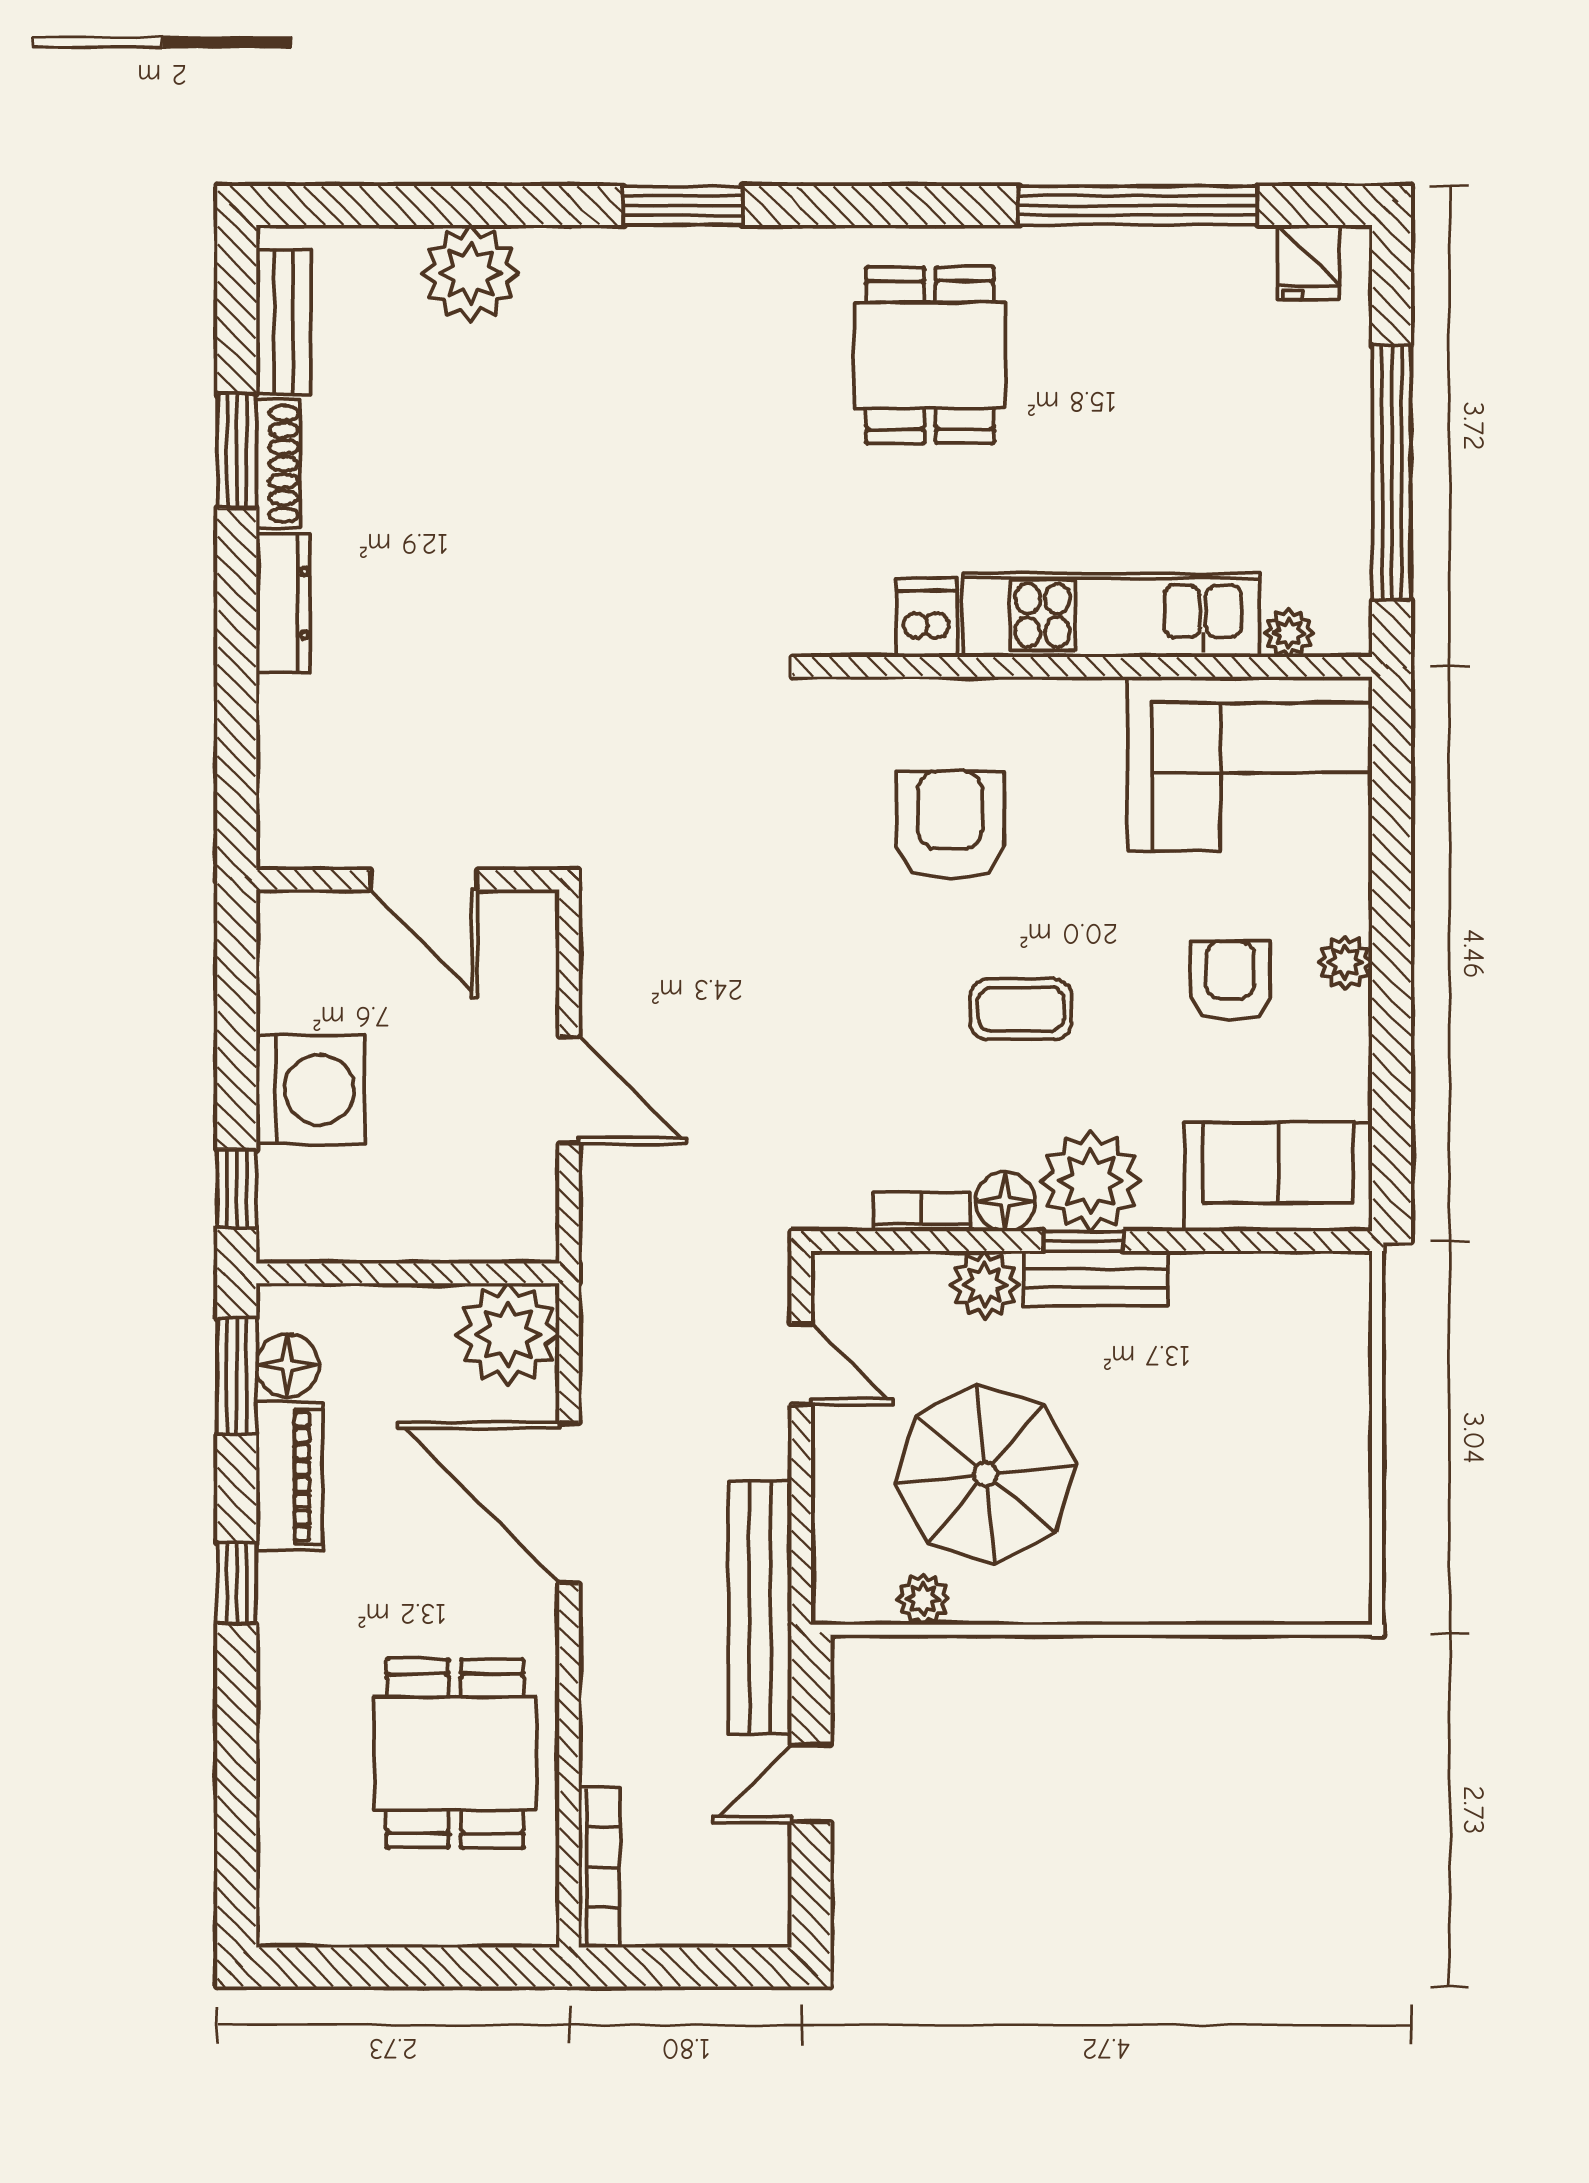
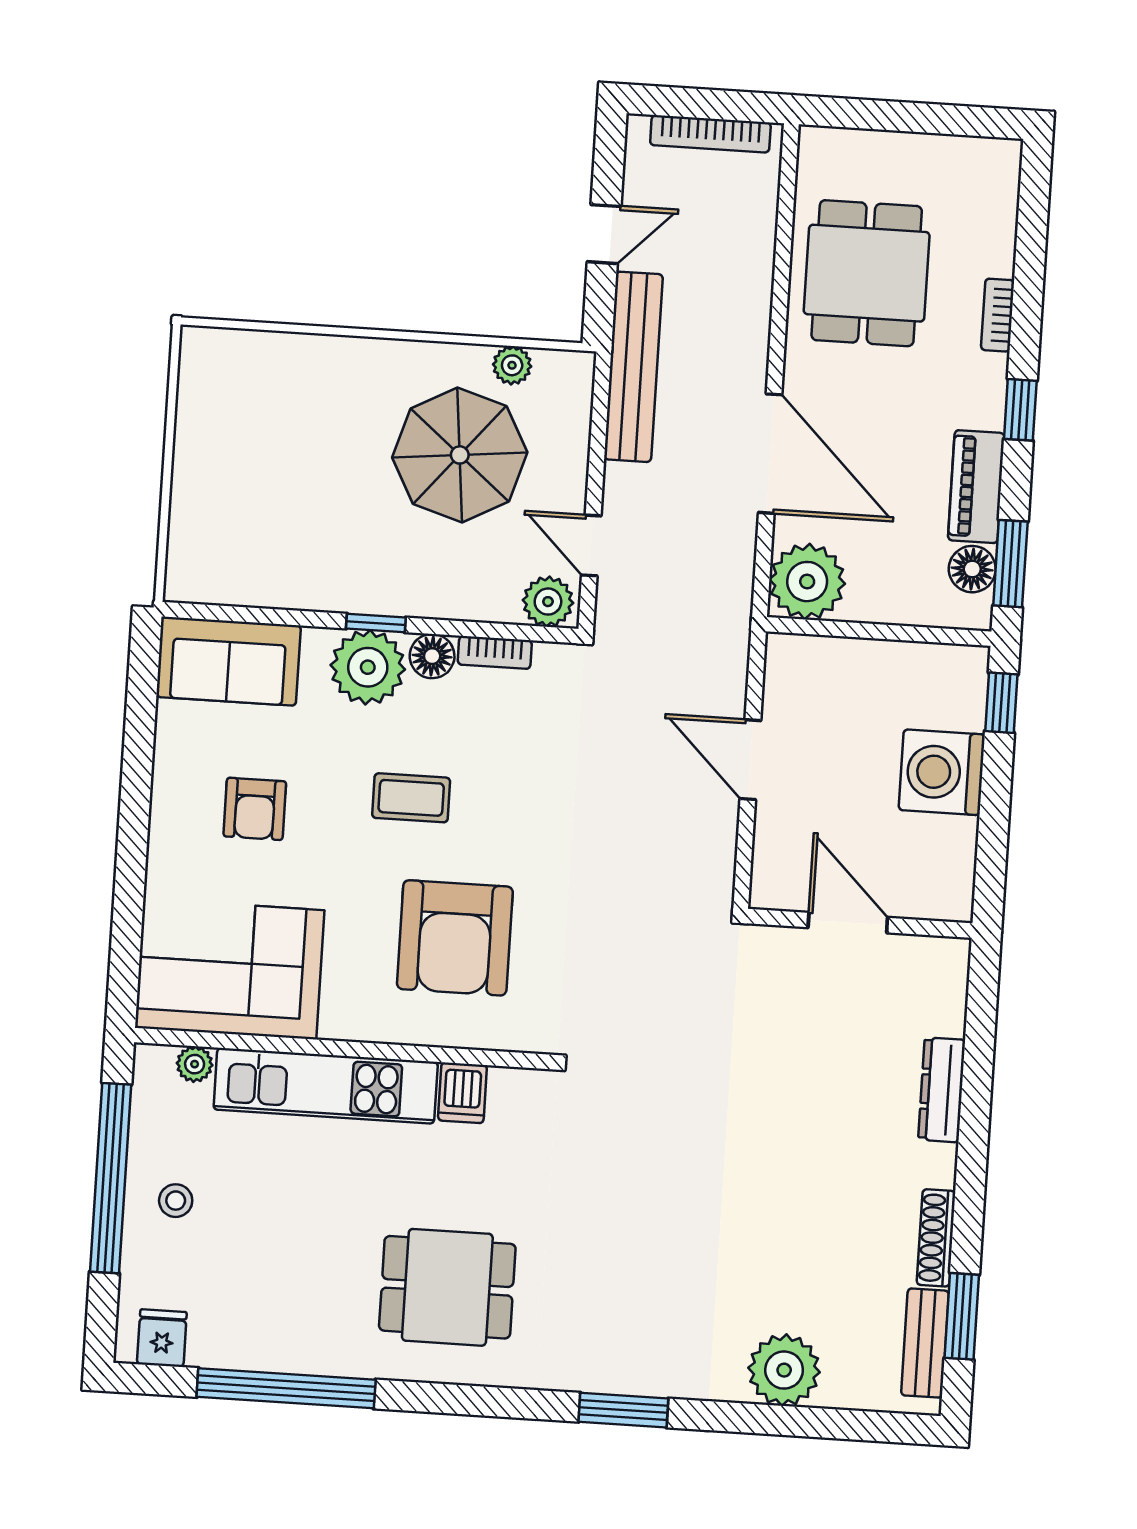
dining table: (930, 355) -> (447, 1287), turned 90
stool: (1302, 448) -> (176, 1201), added
window: (237, 451) -> (962, 1316), moved
dresser: (283, 603) -> (942, 1090), moved
armchair: (950, 825) -> (455, 938), width x1.36, depth x1.36
plant: (1345, 962) -> (169, 817), removed
bench: (1096, 1278) -> (368, 595), removed
plant: (985, 1285) -> (548, 602), moved
bookcase: (275, 1709) -> (998, 315), added
bookcase: (599, 1867) -> (710, 134), moved, turned -90

